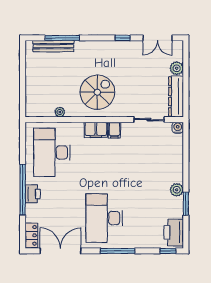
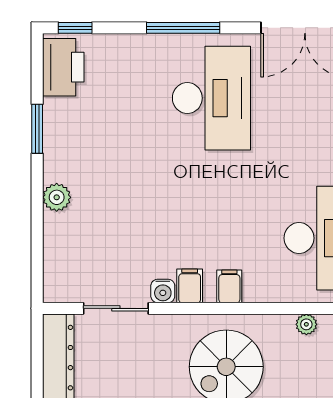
water cooler: (178, 128) -> (163, 291), moved
filing cabinet: (96, 130) -> (229, 286), width x0.50
plant: (177, 190) -> (57, 197), moved

